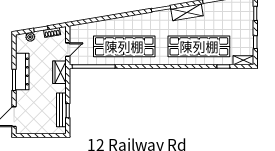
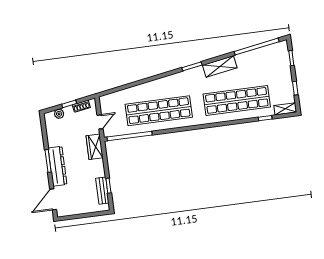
dresser: (22, 72) -> (57, 166), moved
bench: (61, 110) -> (102, 191), width x0.73

